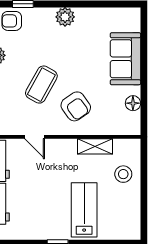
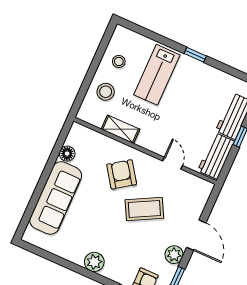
sofa: (125, 59) -> (56, 198), width x1.36
coffee table: (41, 85) -> (144, 209), turned 33
stool: (124, 207) -> (119, 62), added

